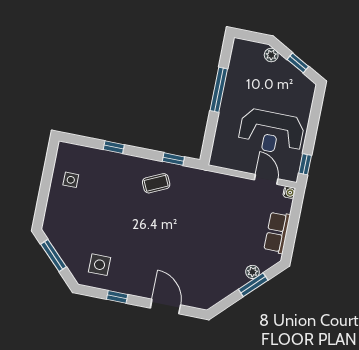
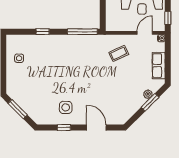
window: (173, 159) -> (82, 32), width x2.17
door: (266, 179) -> (145, 33), hinge flipped
coffee table: (156, 183) -> (119, 53), moved
side table: (100, 265) -> (66, 107), moved

